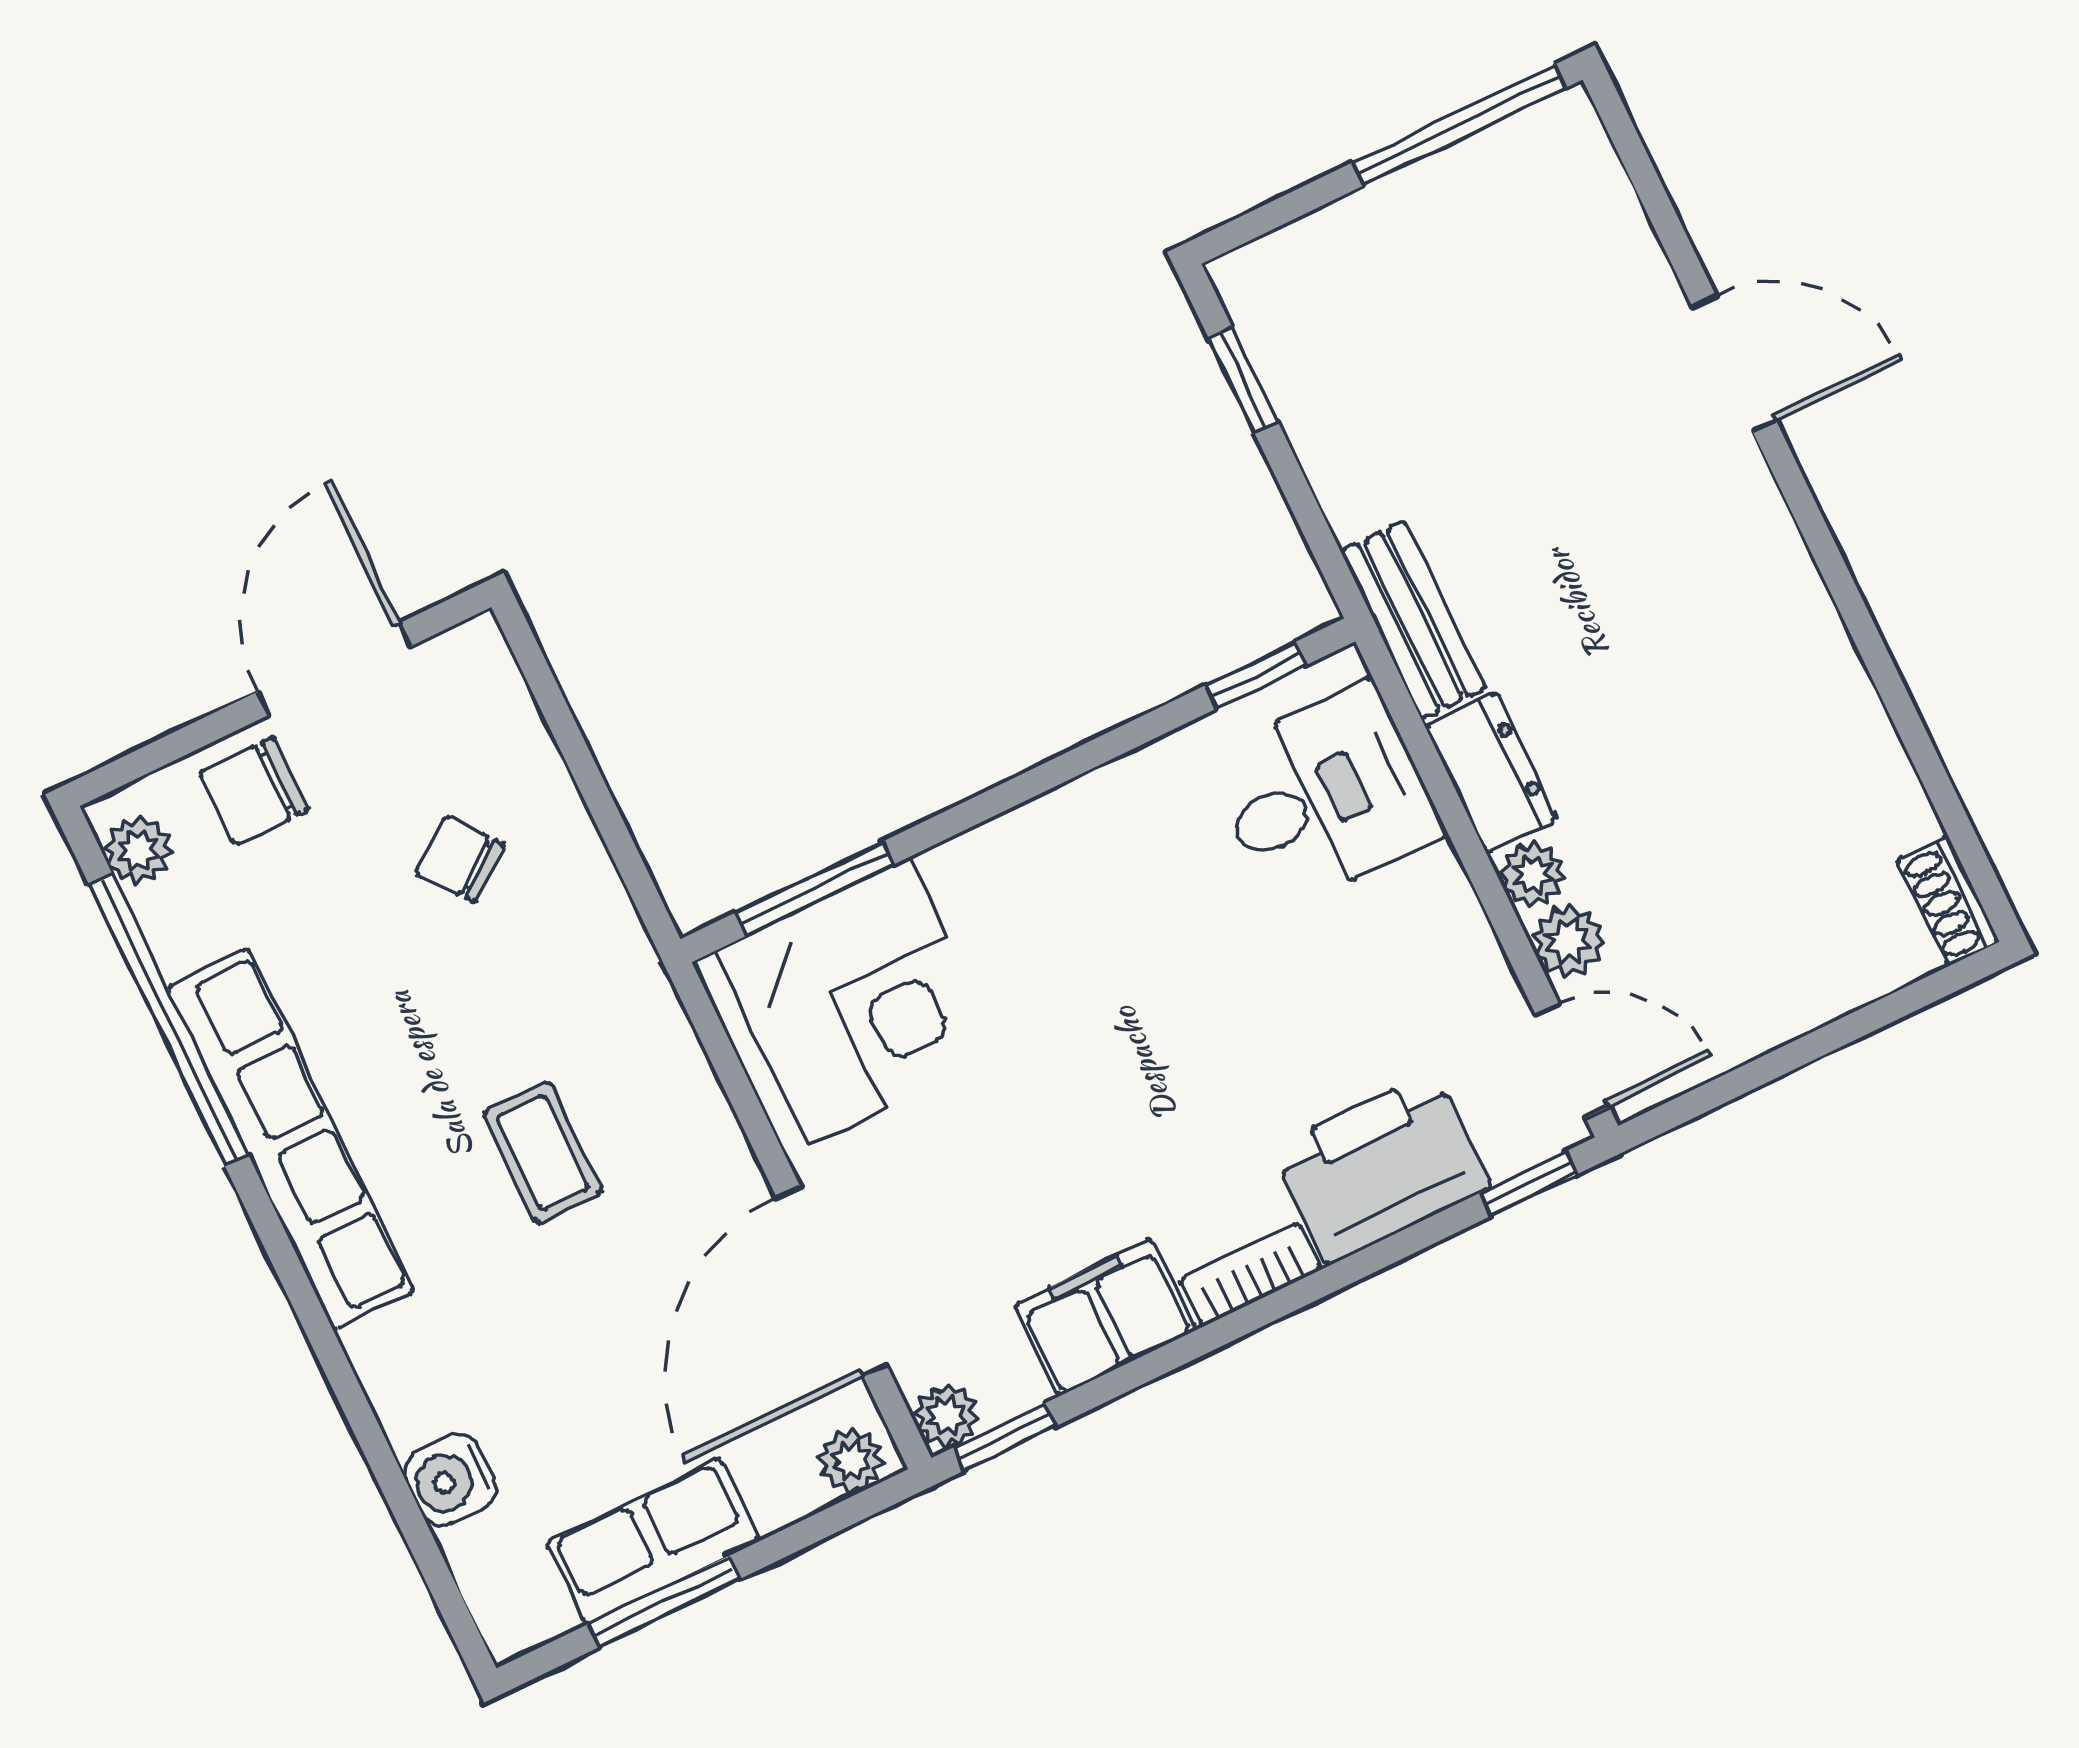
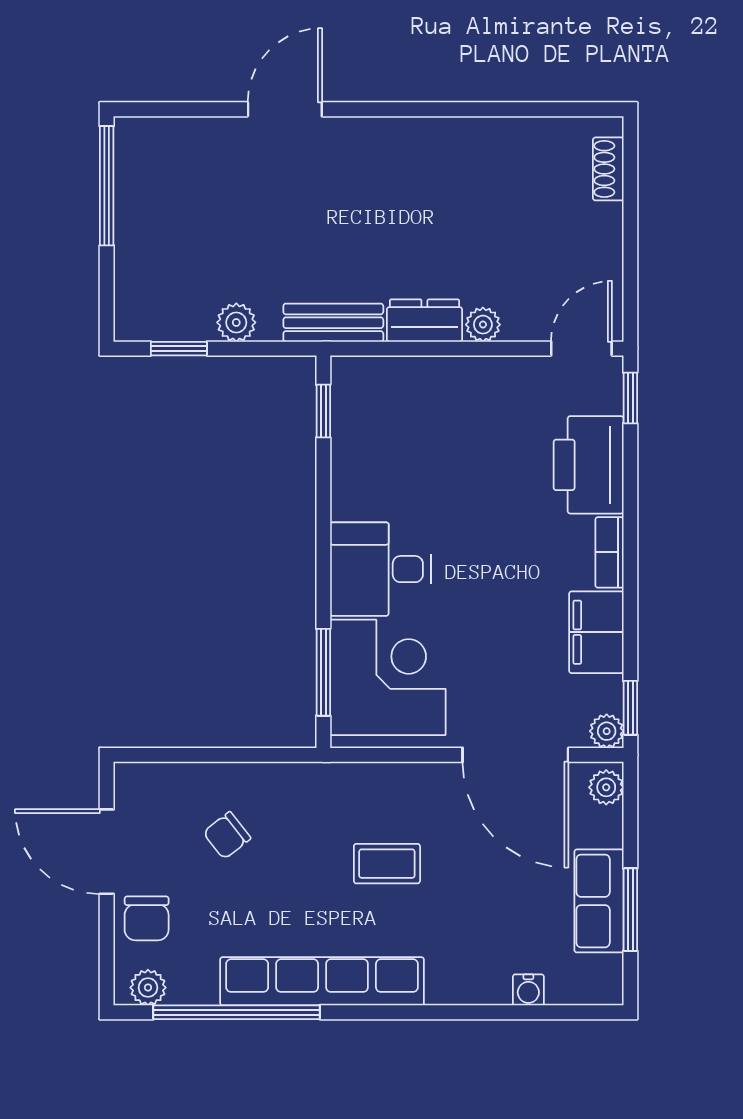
desk: (1325, 796) -> (381, 569), moved, turned -90
shoe rack: (1948, 901) -> (608, 169), moved, turned 90
plant: (1569, 941) -> (236, 322), moved
water cooler: (450, 1480) -> (528, 990), width x0.72, depth x0.72

